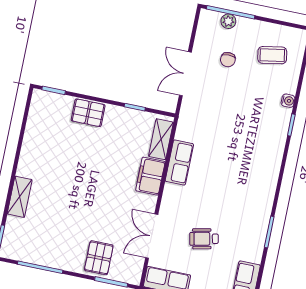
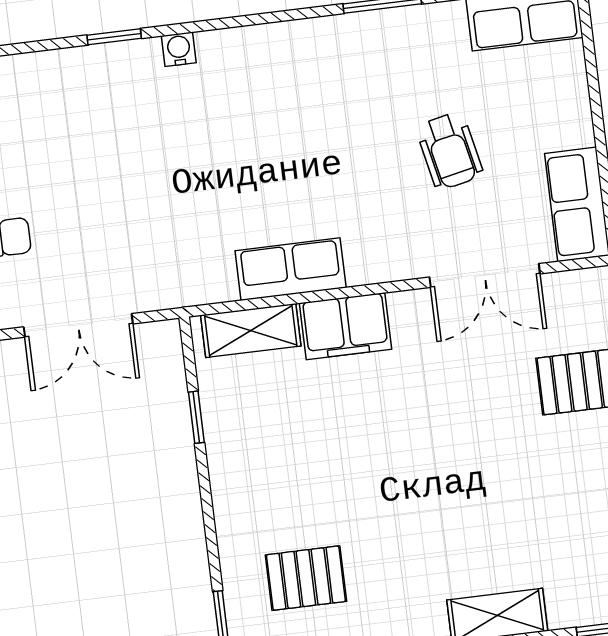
water cooler: (288, 101) -> (179, 49), moved
pallet: (88, 113) -> (306, 578), moved, turned 90

